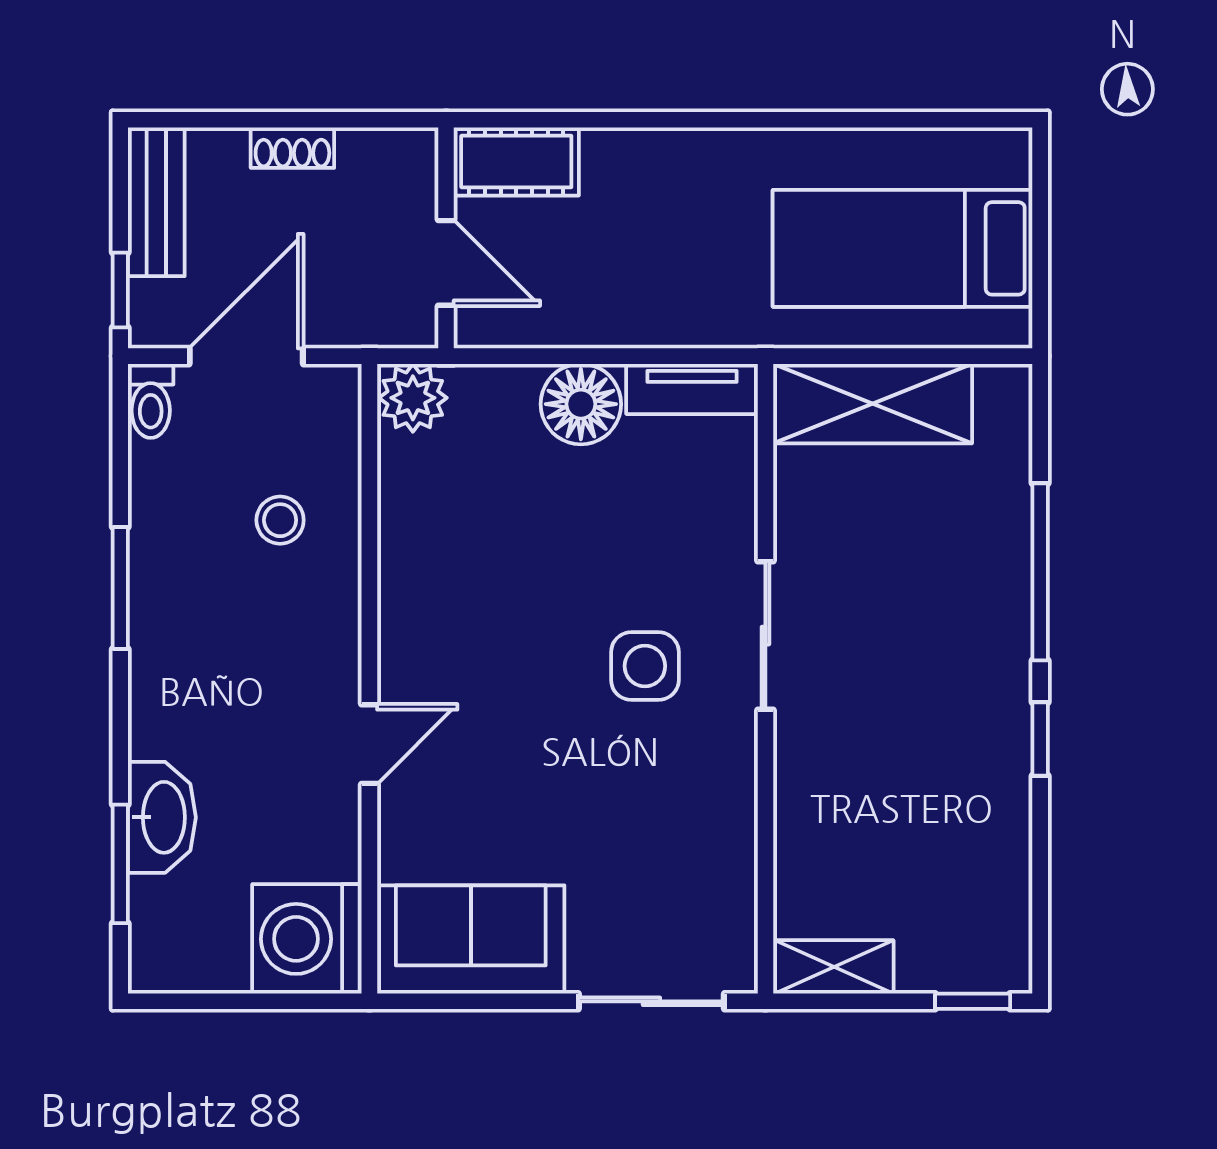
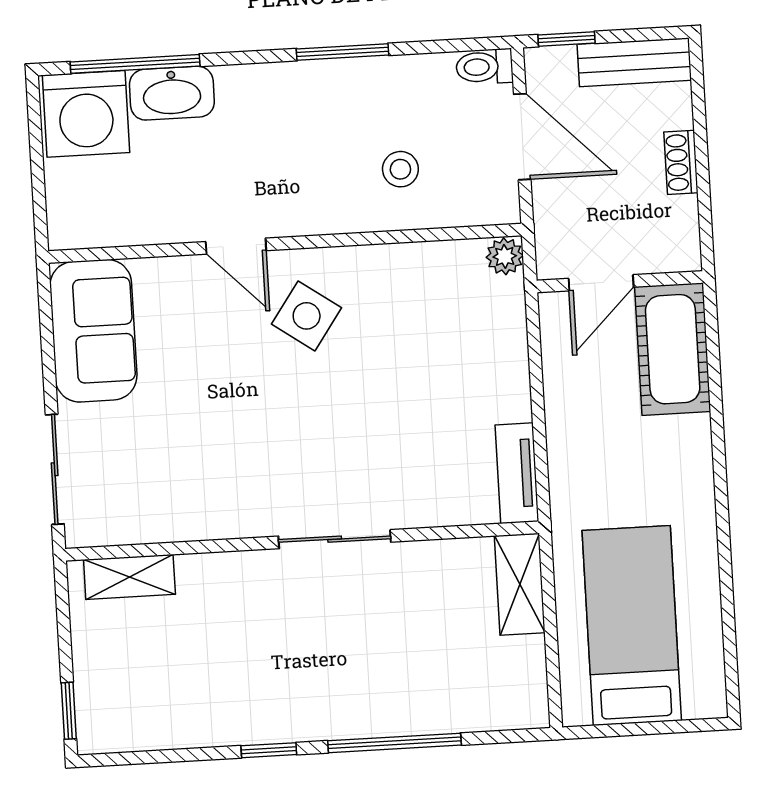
cot: (516, 161) -> (673, 349), width x1.37, depth x1.34
plant: (413, 398) -> (505, 256), width x0.73, depth x0.73
floor lamp: (581, 404) -> (501, 390), removed
shelving: (873, 404) -> (520, 584), width x0.67, depth x0.75
side table: (645, 666) -> (307, 316), moved, turned 35
window: (120, 864) -> (135, 64), width x1.44
washing machine: (307, 939) -> (86, 114), moved, turned 180
shelving: (834, 967) -> (129, 577), moved, turned 90

